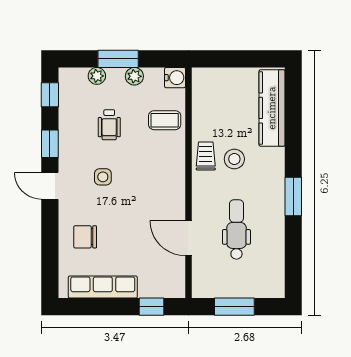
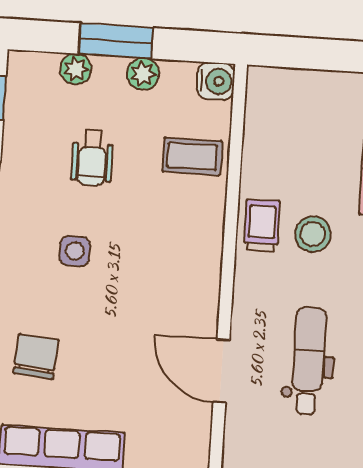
chair: (85, 237) -> (36, 357), turned 95

